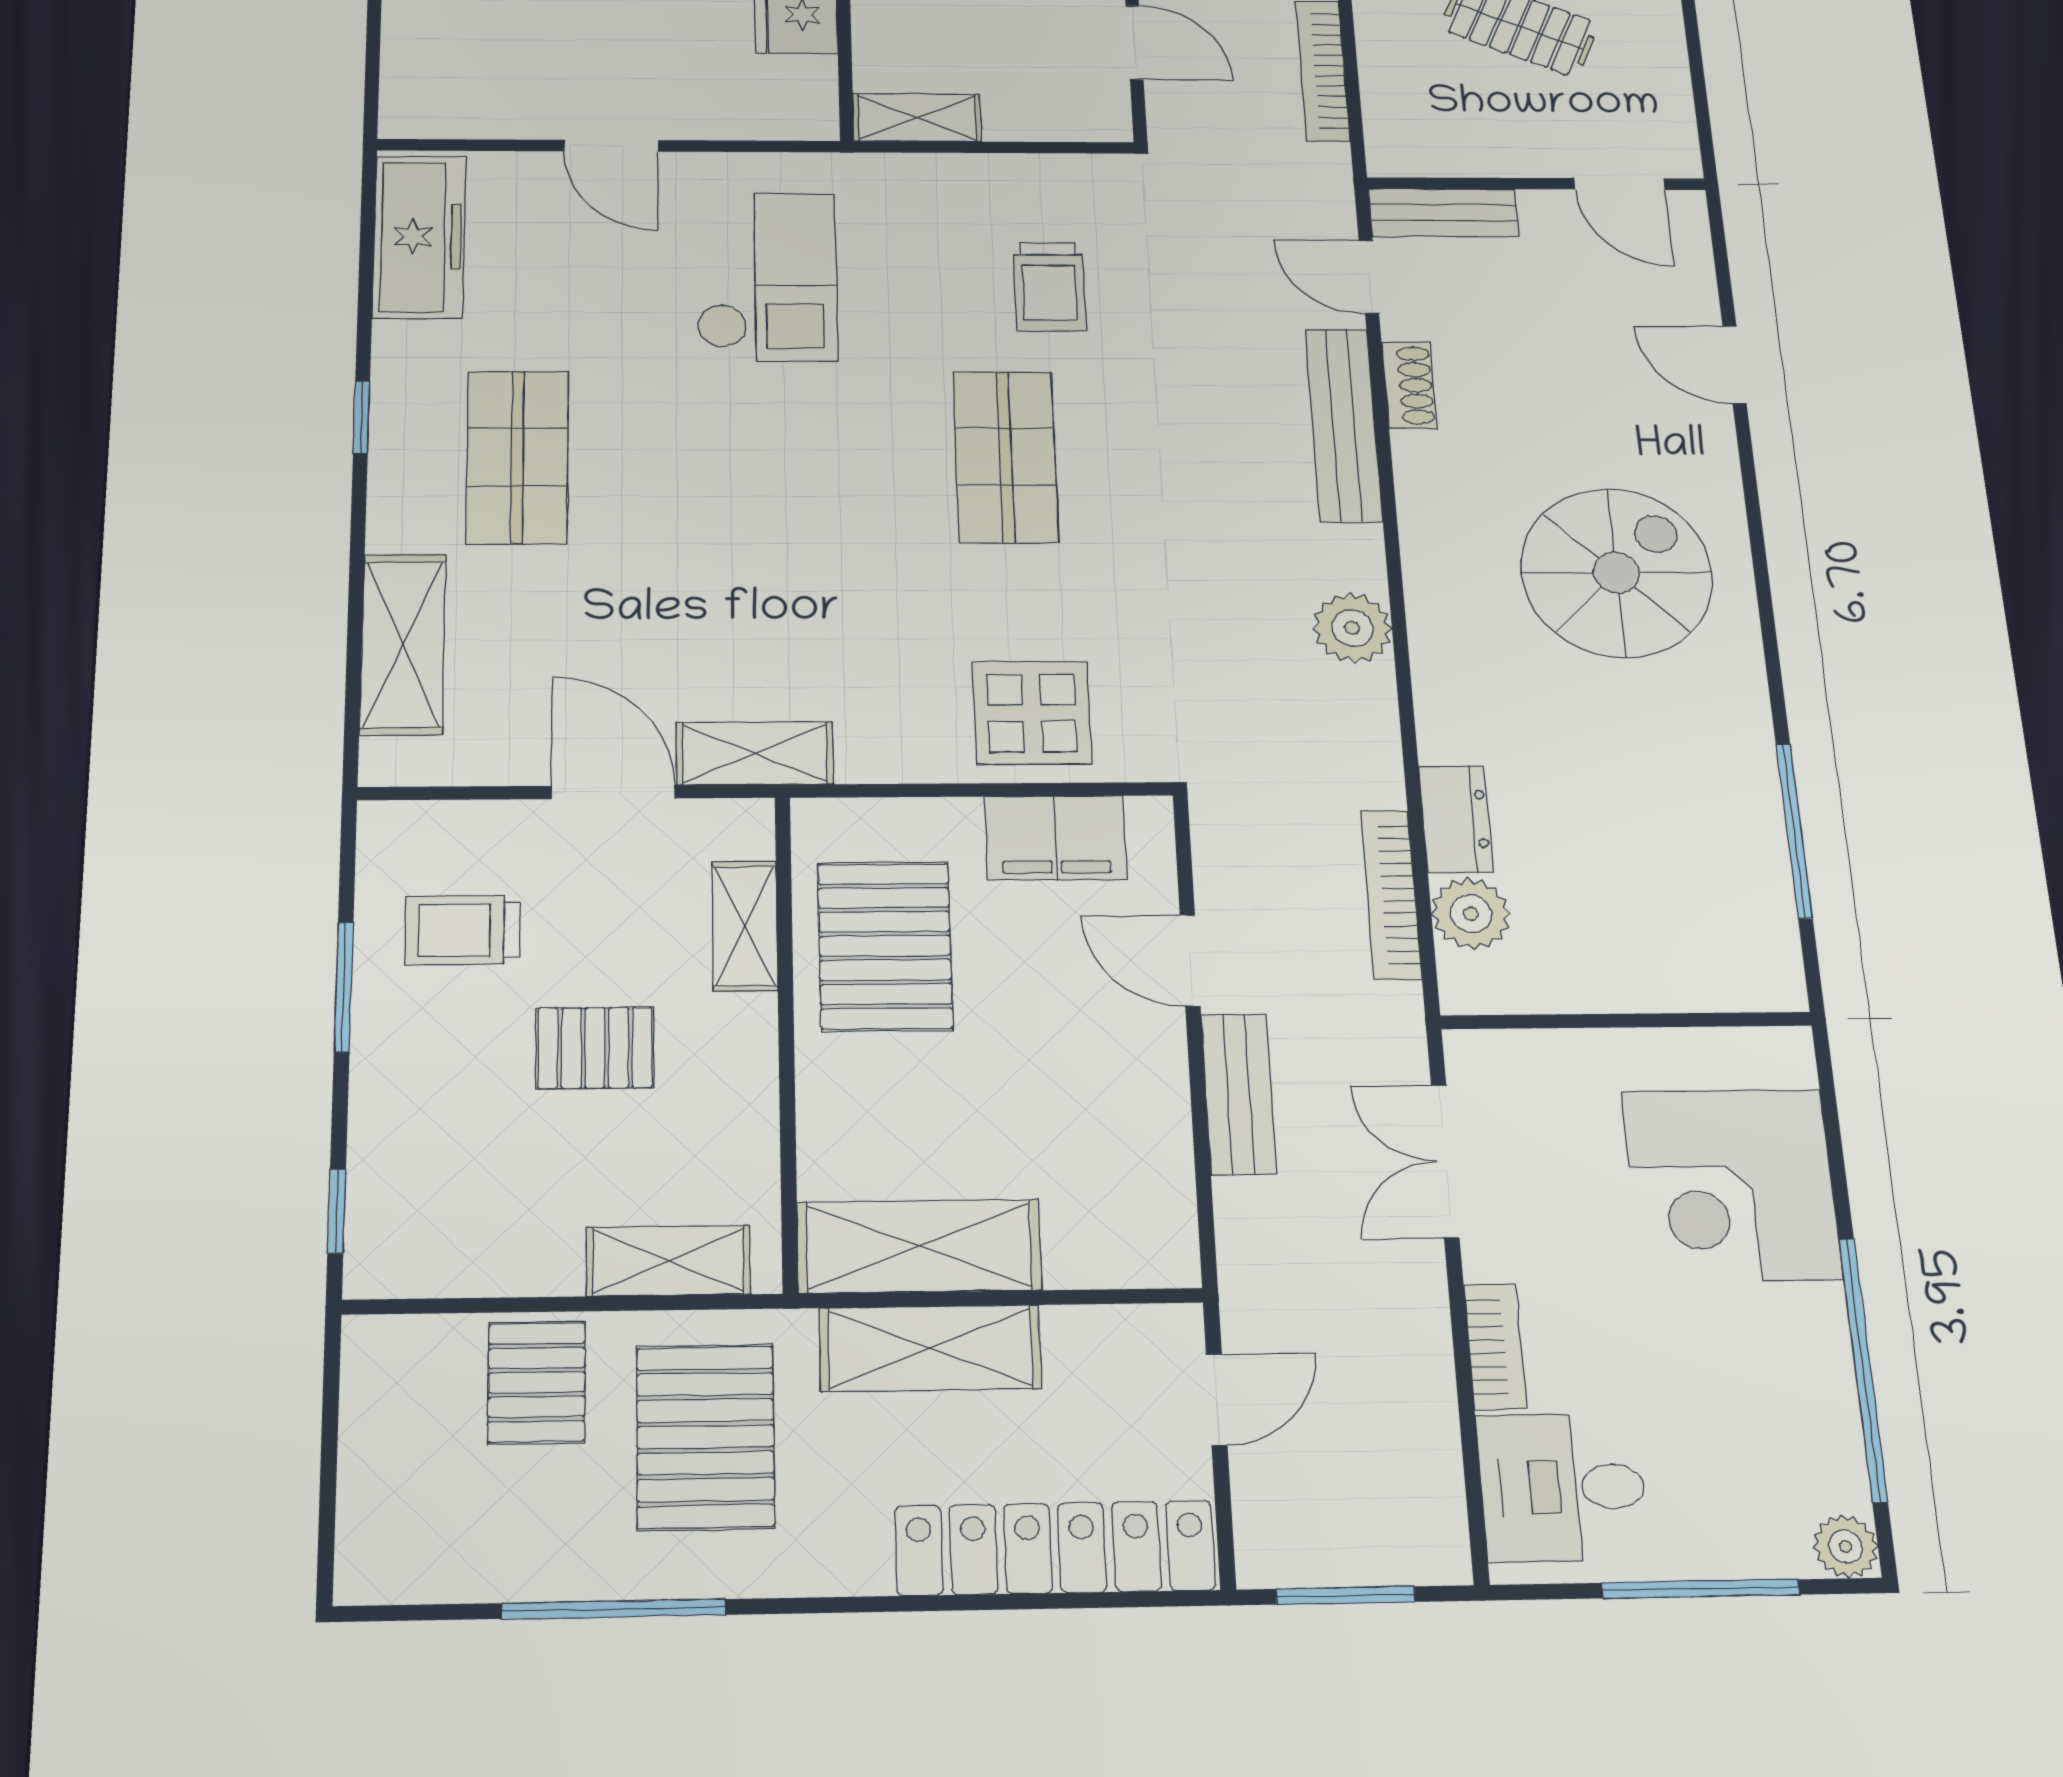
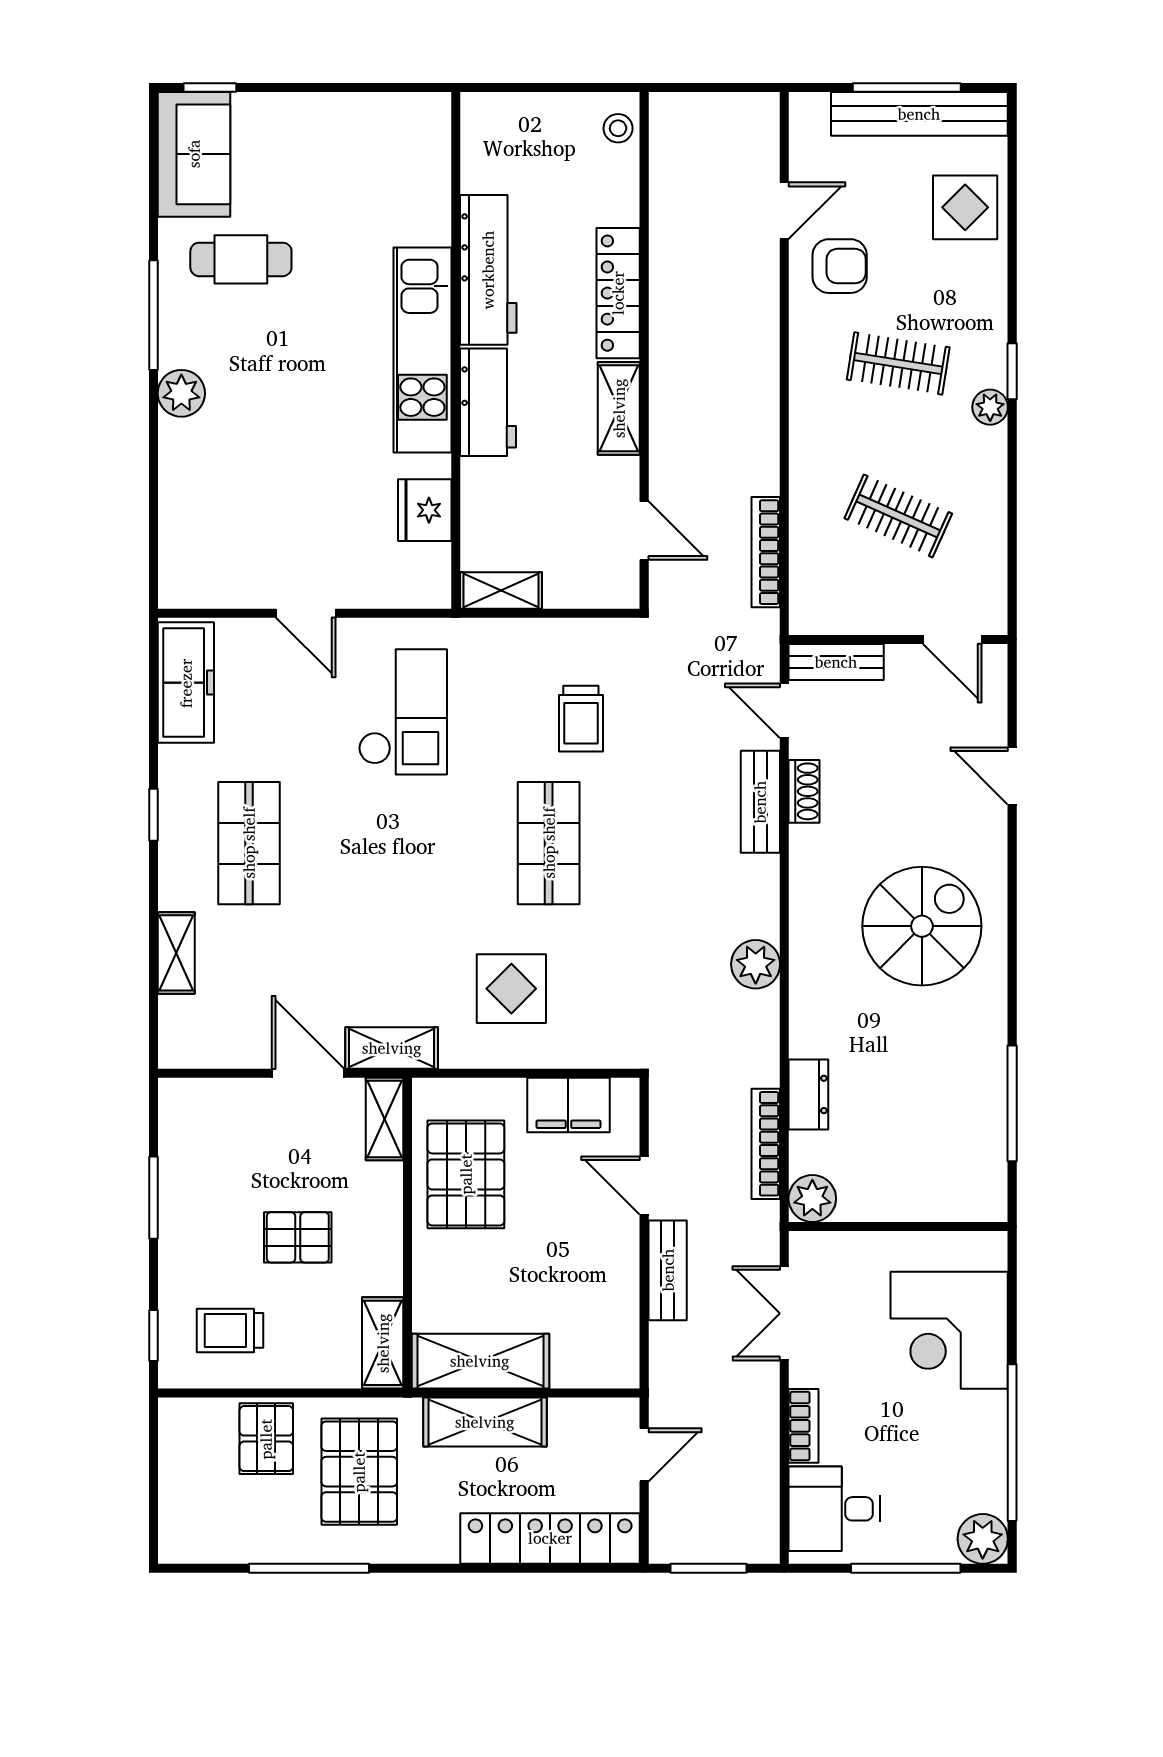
bench: (1344, 425) -> (760, 802), width x0.73
shelving: (403, 644) -> (176, 953), width x0.67, depth x0.75
display table: (1032, 713) -> (511, 989), moved
plant: (1471, 914) -> (812, 1198), moved
shelving: (745, 926) -> (385, 1119), moved
trolley: (463, 930) -> (230, 1330), moved
shelving: (668, 1261) -> (383, 1343), moved, turned 90
plant: (1846, 1546) -> (983, 1539), width x1.38, depth x1.38

